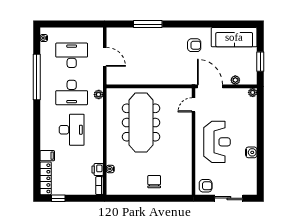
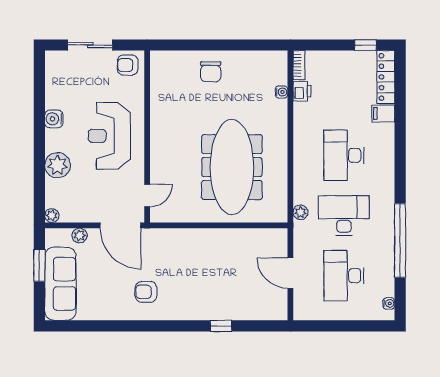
window: (148, 24) -> (221, 326), width x0.46
sofa: (234, 37) -> (60, 284), moved, turned 90
desk: (72, 55) -> (344, 276), turned 90
plant: (249, 124) -> (58, 165), added

